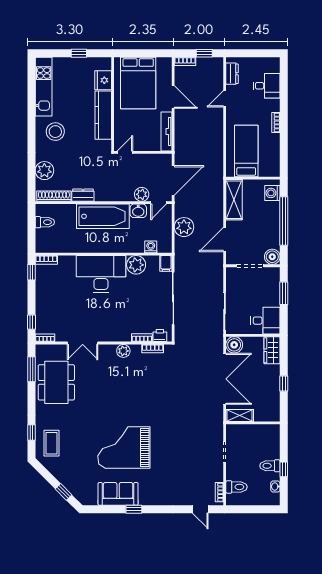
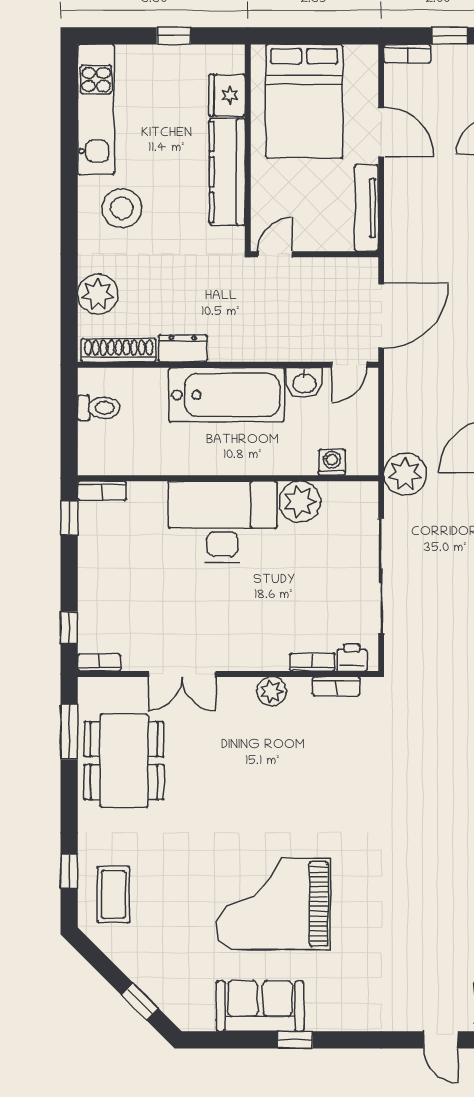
plant: (142, 194) -> (312, 346), removed
plant: (184, 227) -> (405, 474), moved
filing cabinet: (166, 263) -> (365, 498), removed

